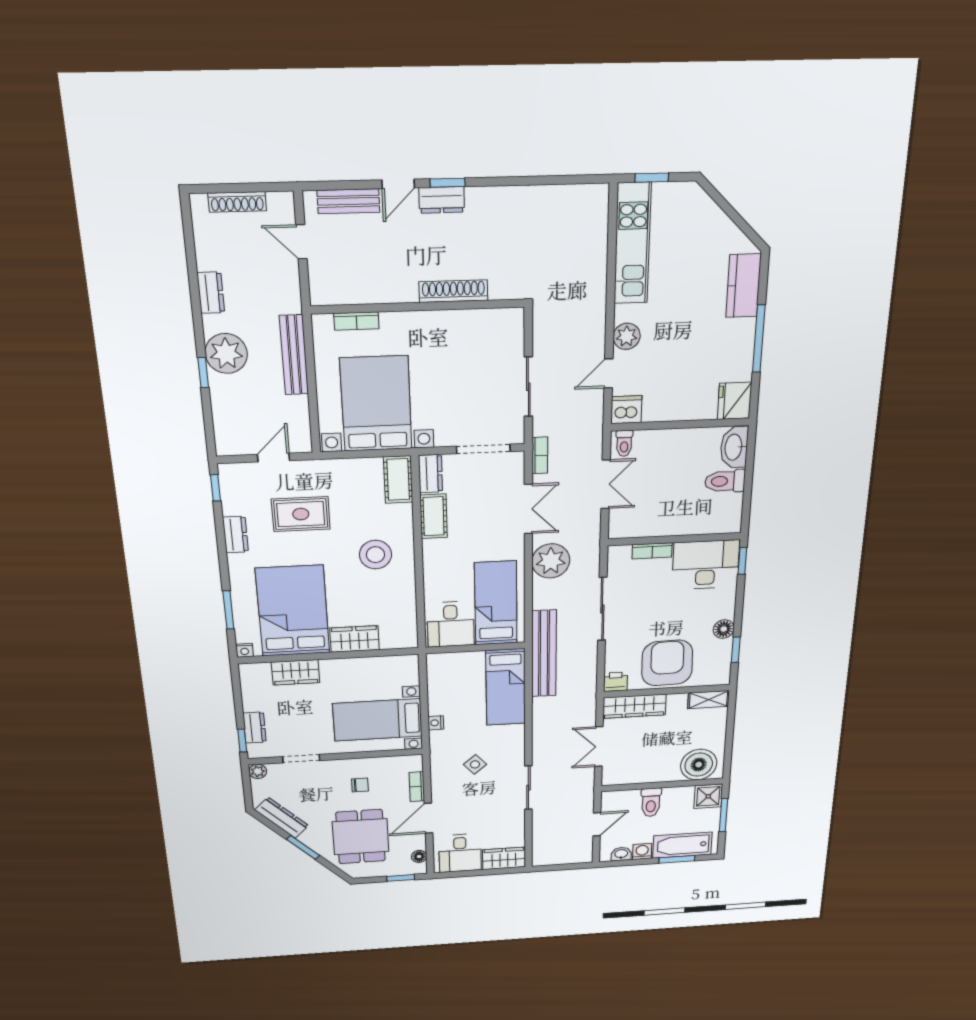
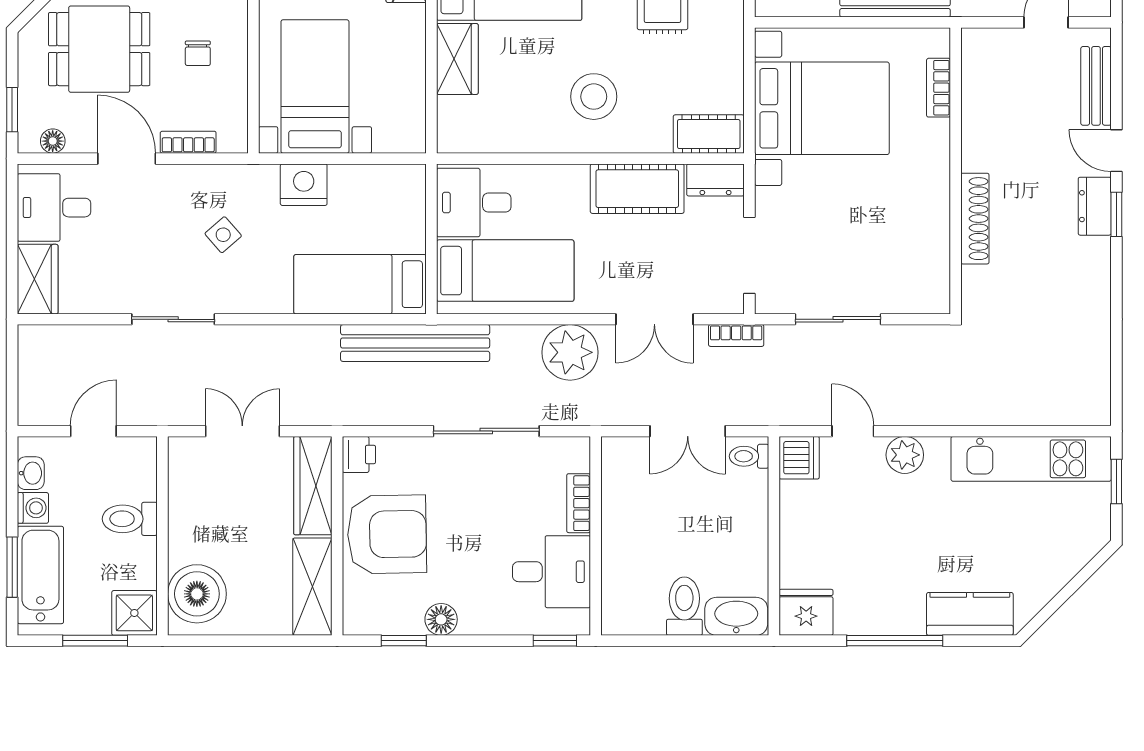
cot: (434, 516) -> (637, 189), width x1.37, depth x1.34
desk: (706, 565) -> (551, 572), width x0.73
shelving: (708, 700) -> (312, 587), width x1.50, depth x1.33
nightstand: (436, 723) -> (304, 185), width x1.89, depth x1.79
door: (597, 824) -> (93, 431), swing flipped

